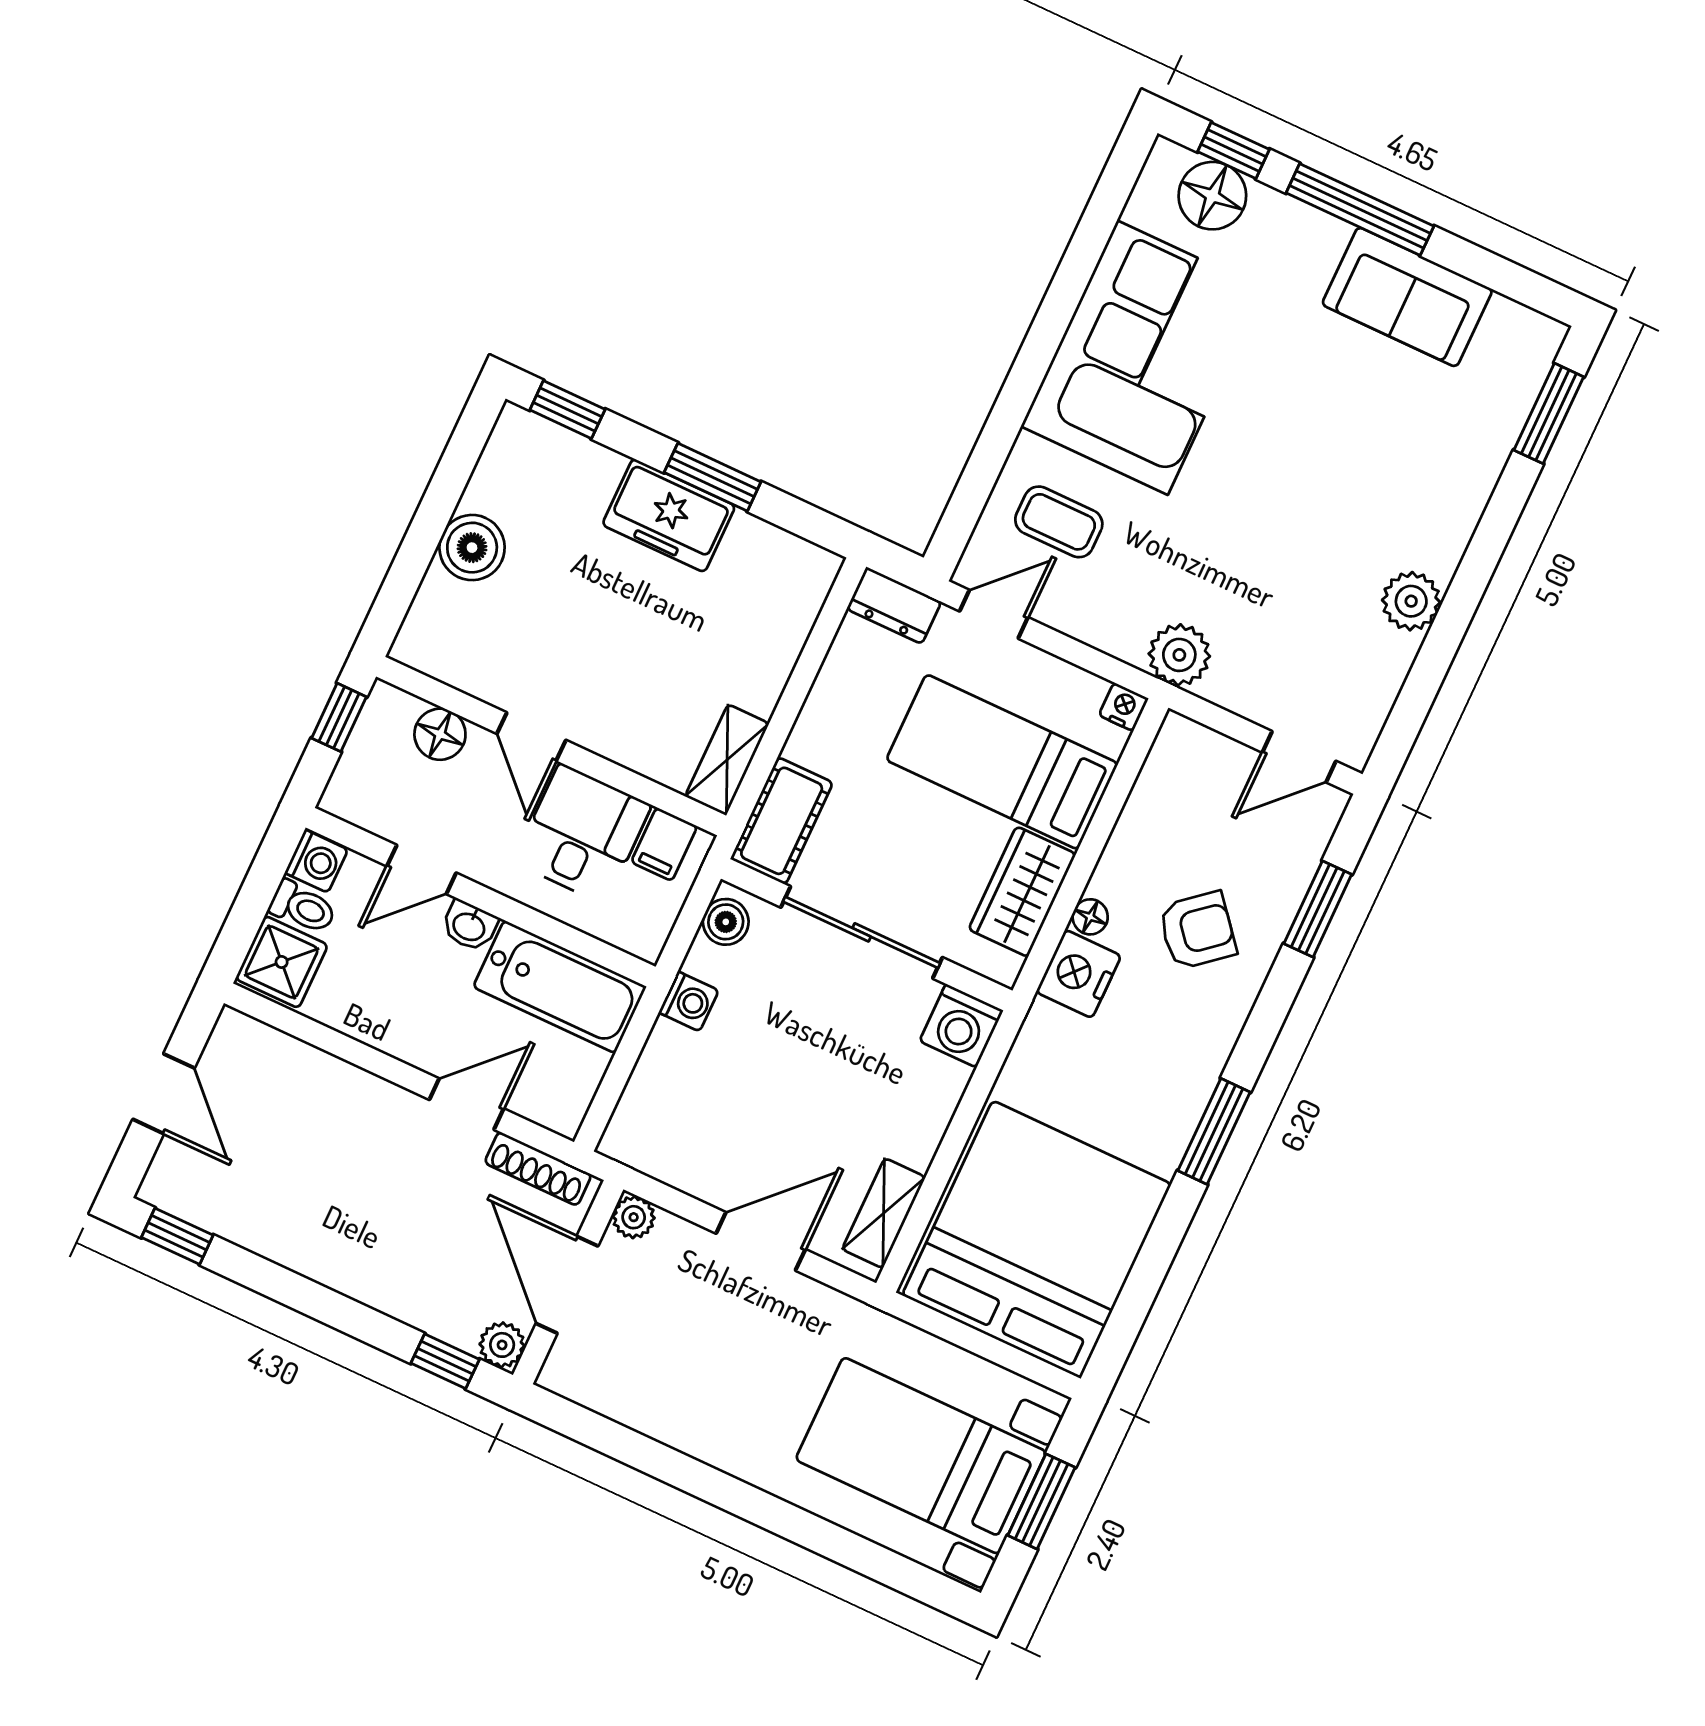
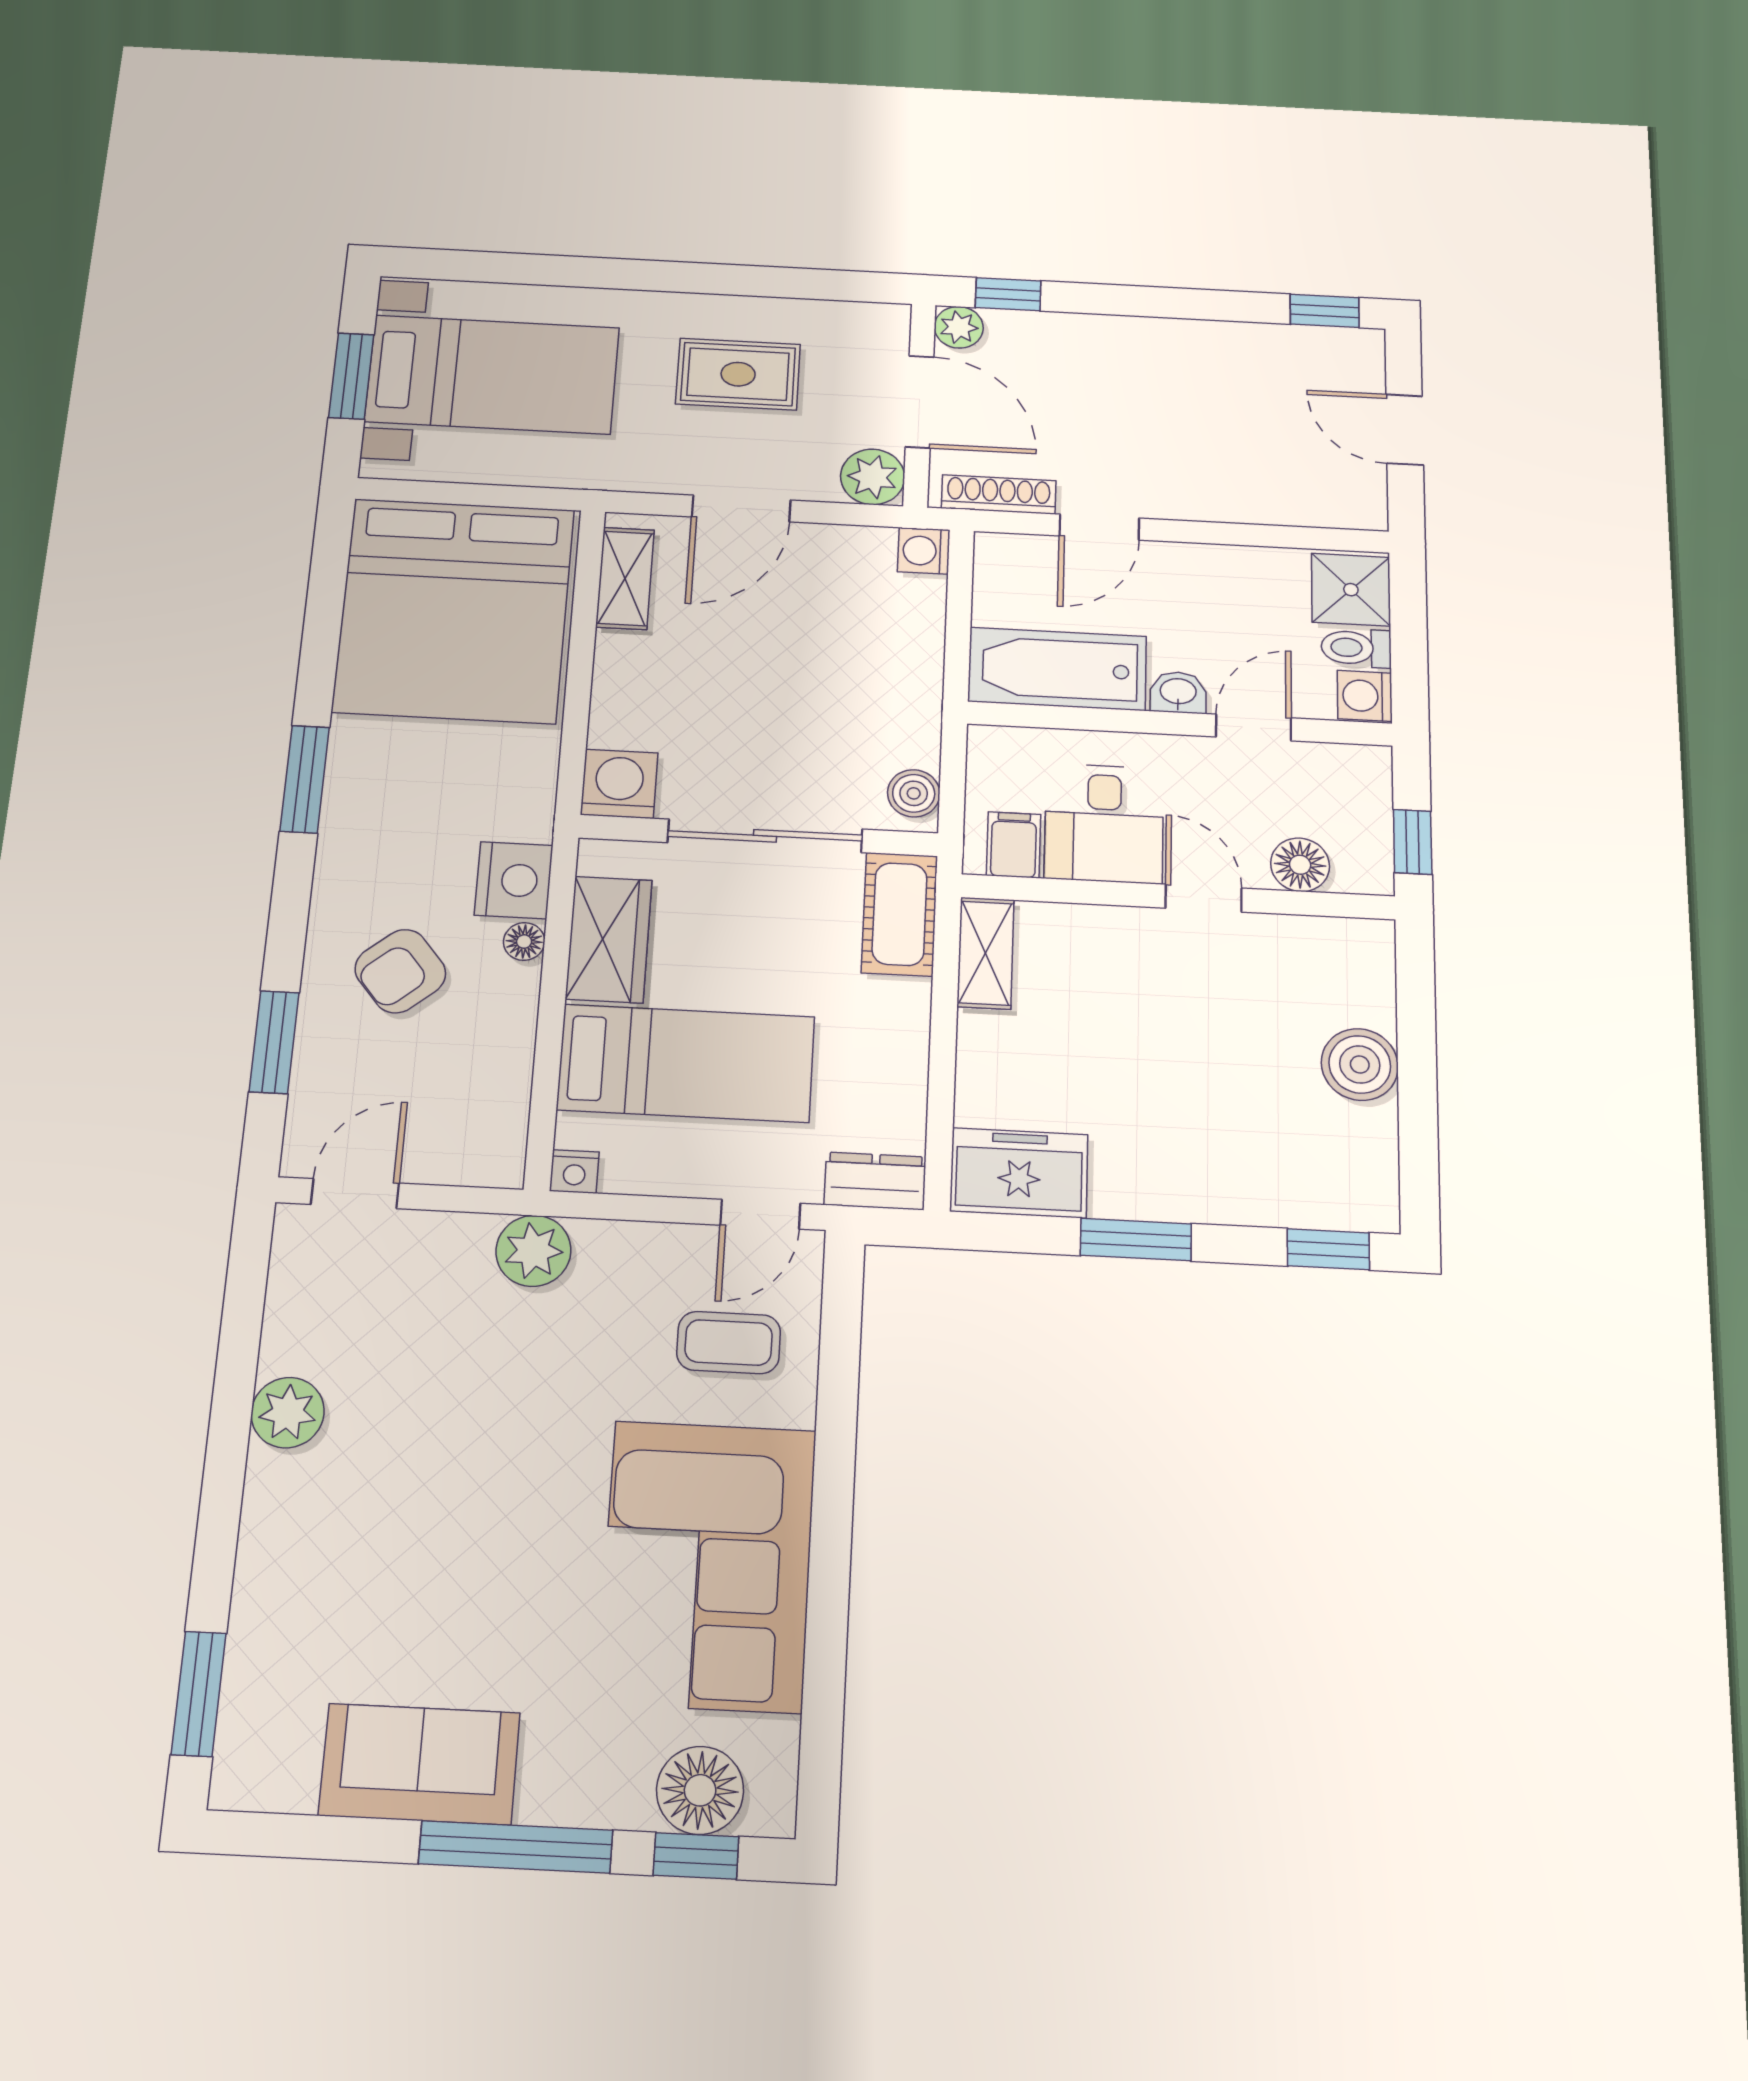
freezer: (669, 515) -> (1019, 1173), moved
washing machine: (689, 1001) -> (924, 551), moved
plant: (634, 1217) -> (873, 477), width x1.38, depth x1.38
rug: (711, 1373) -> (738, 374), added

